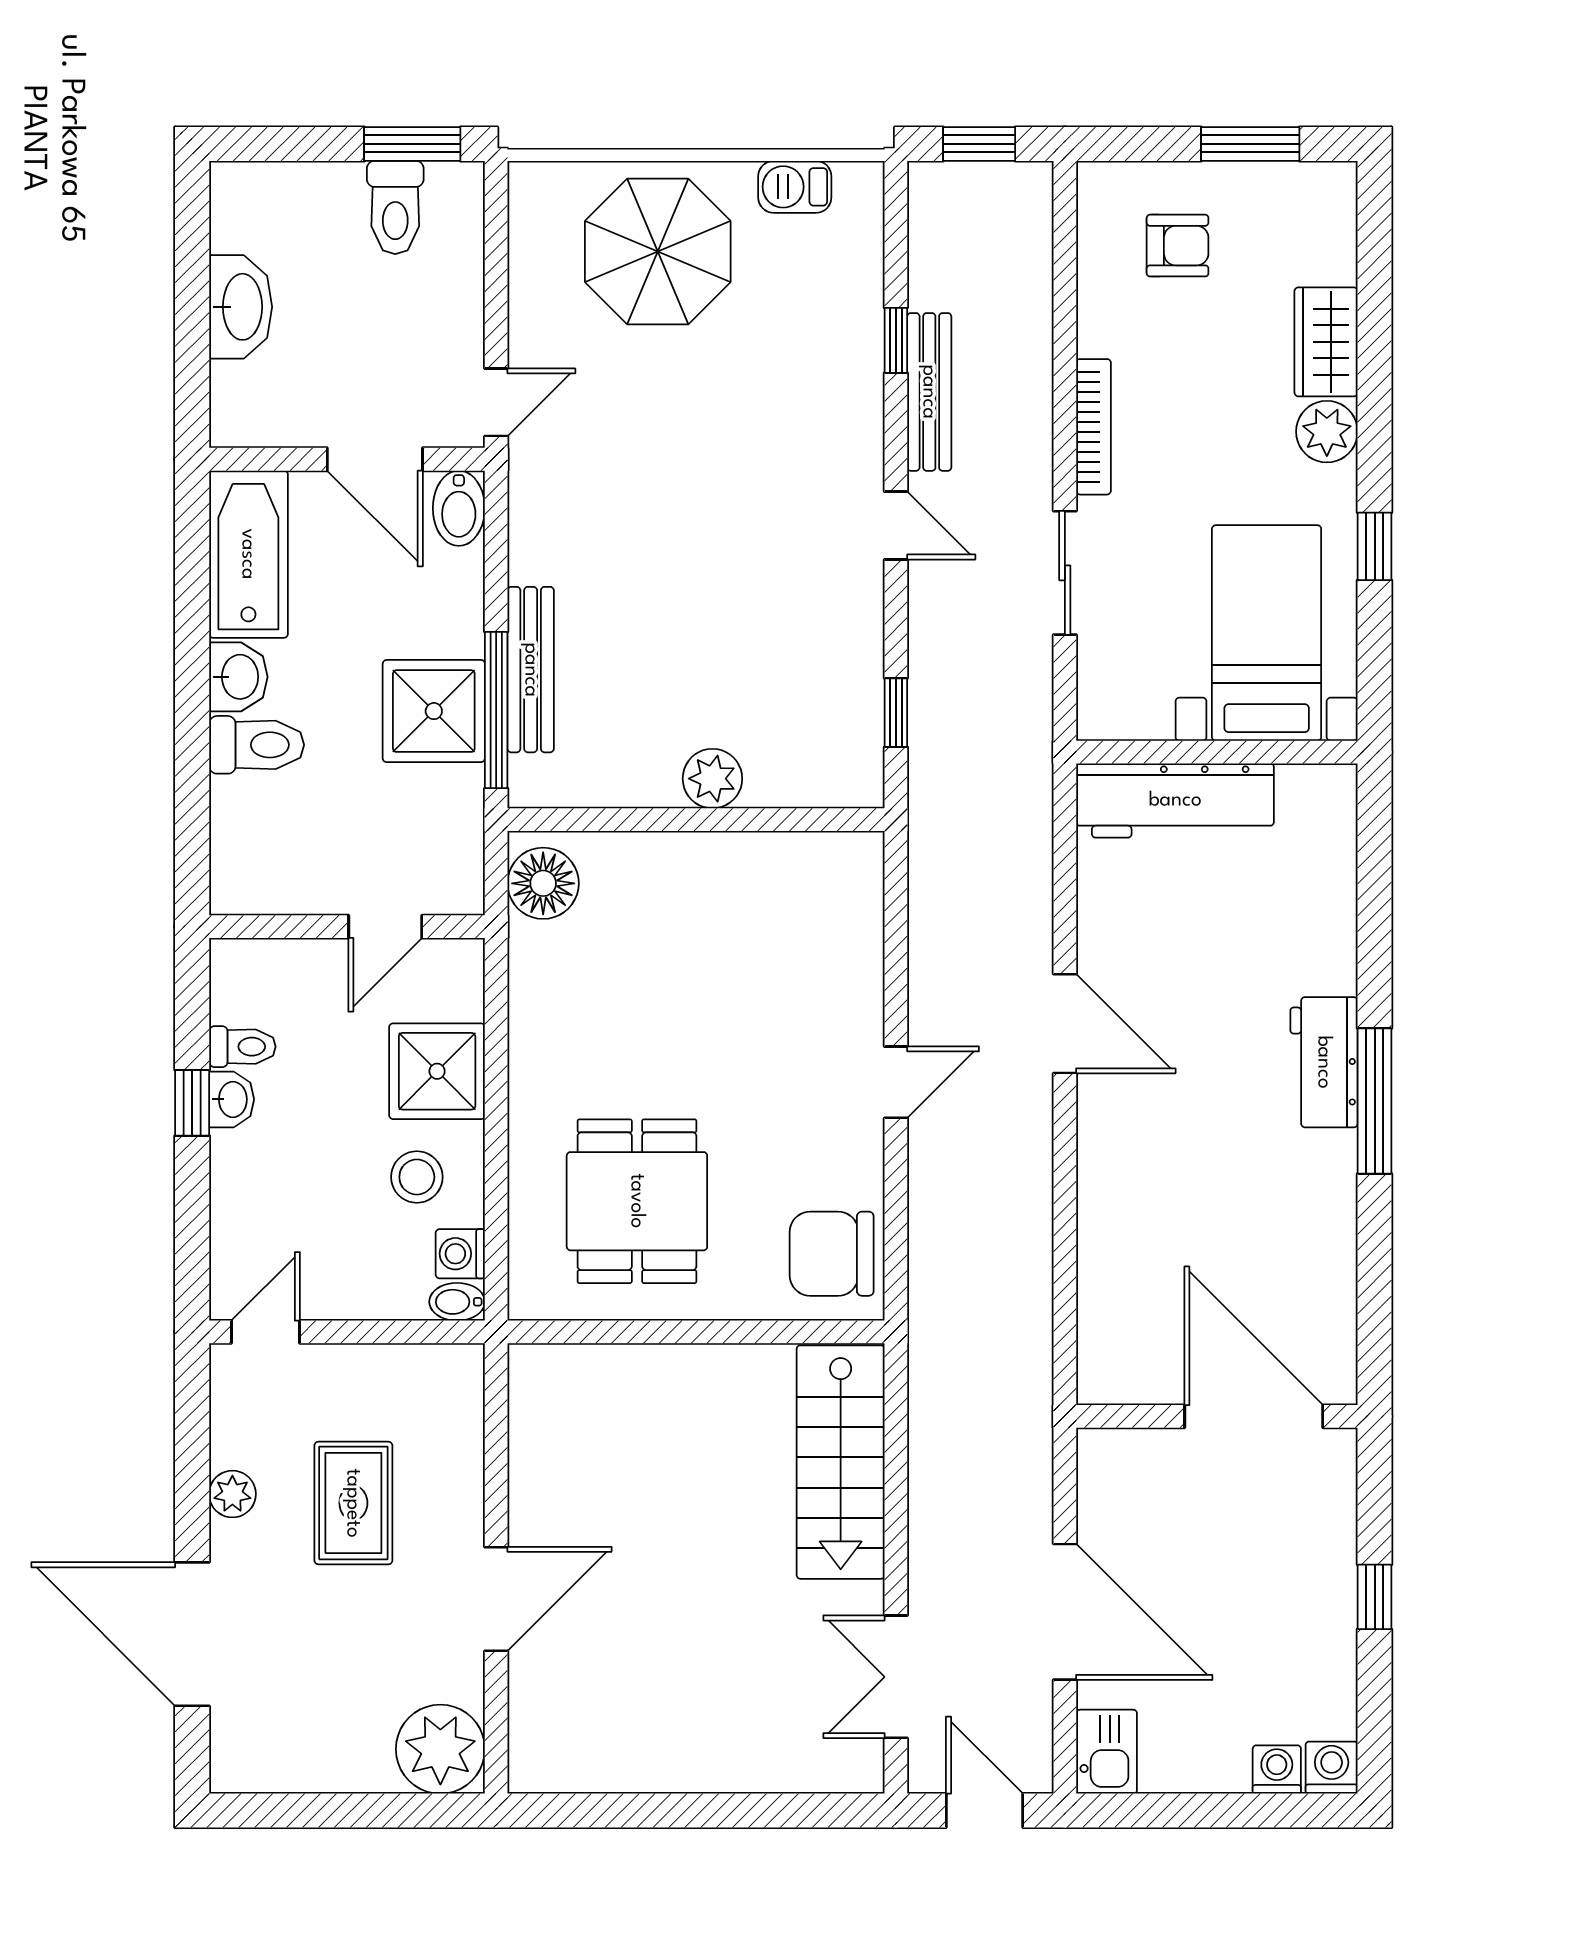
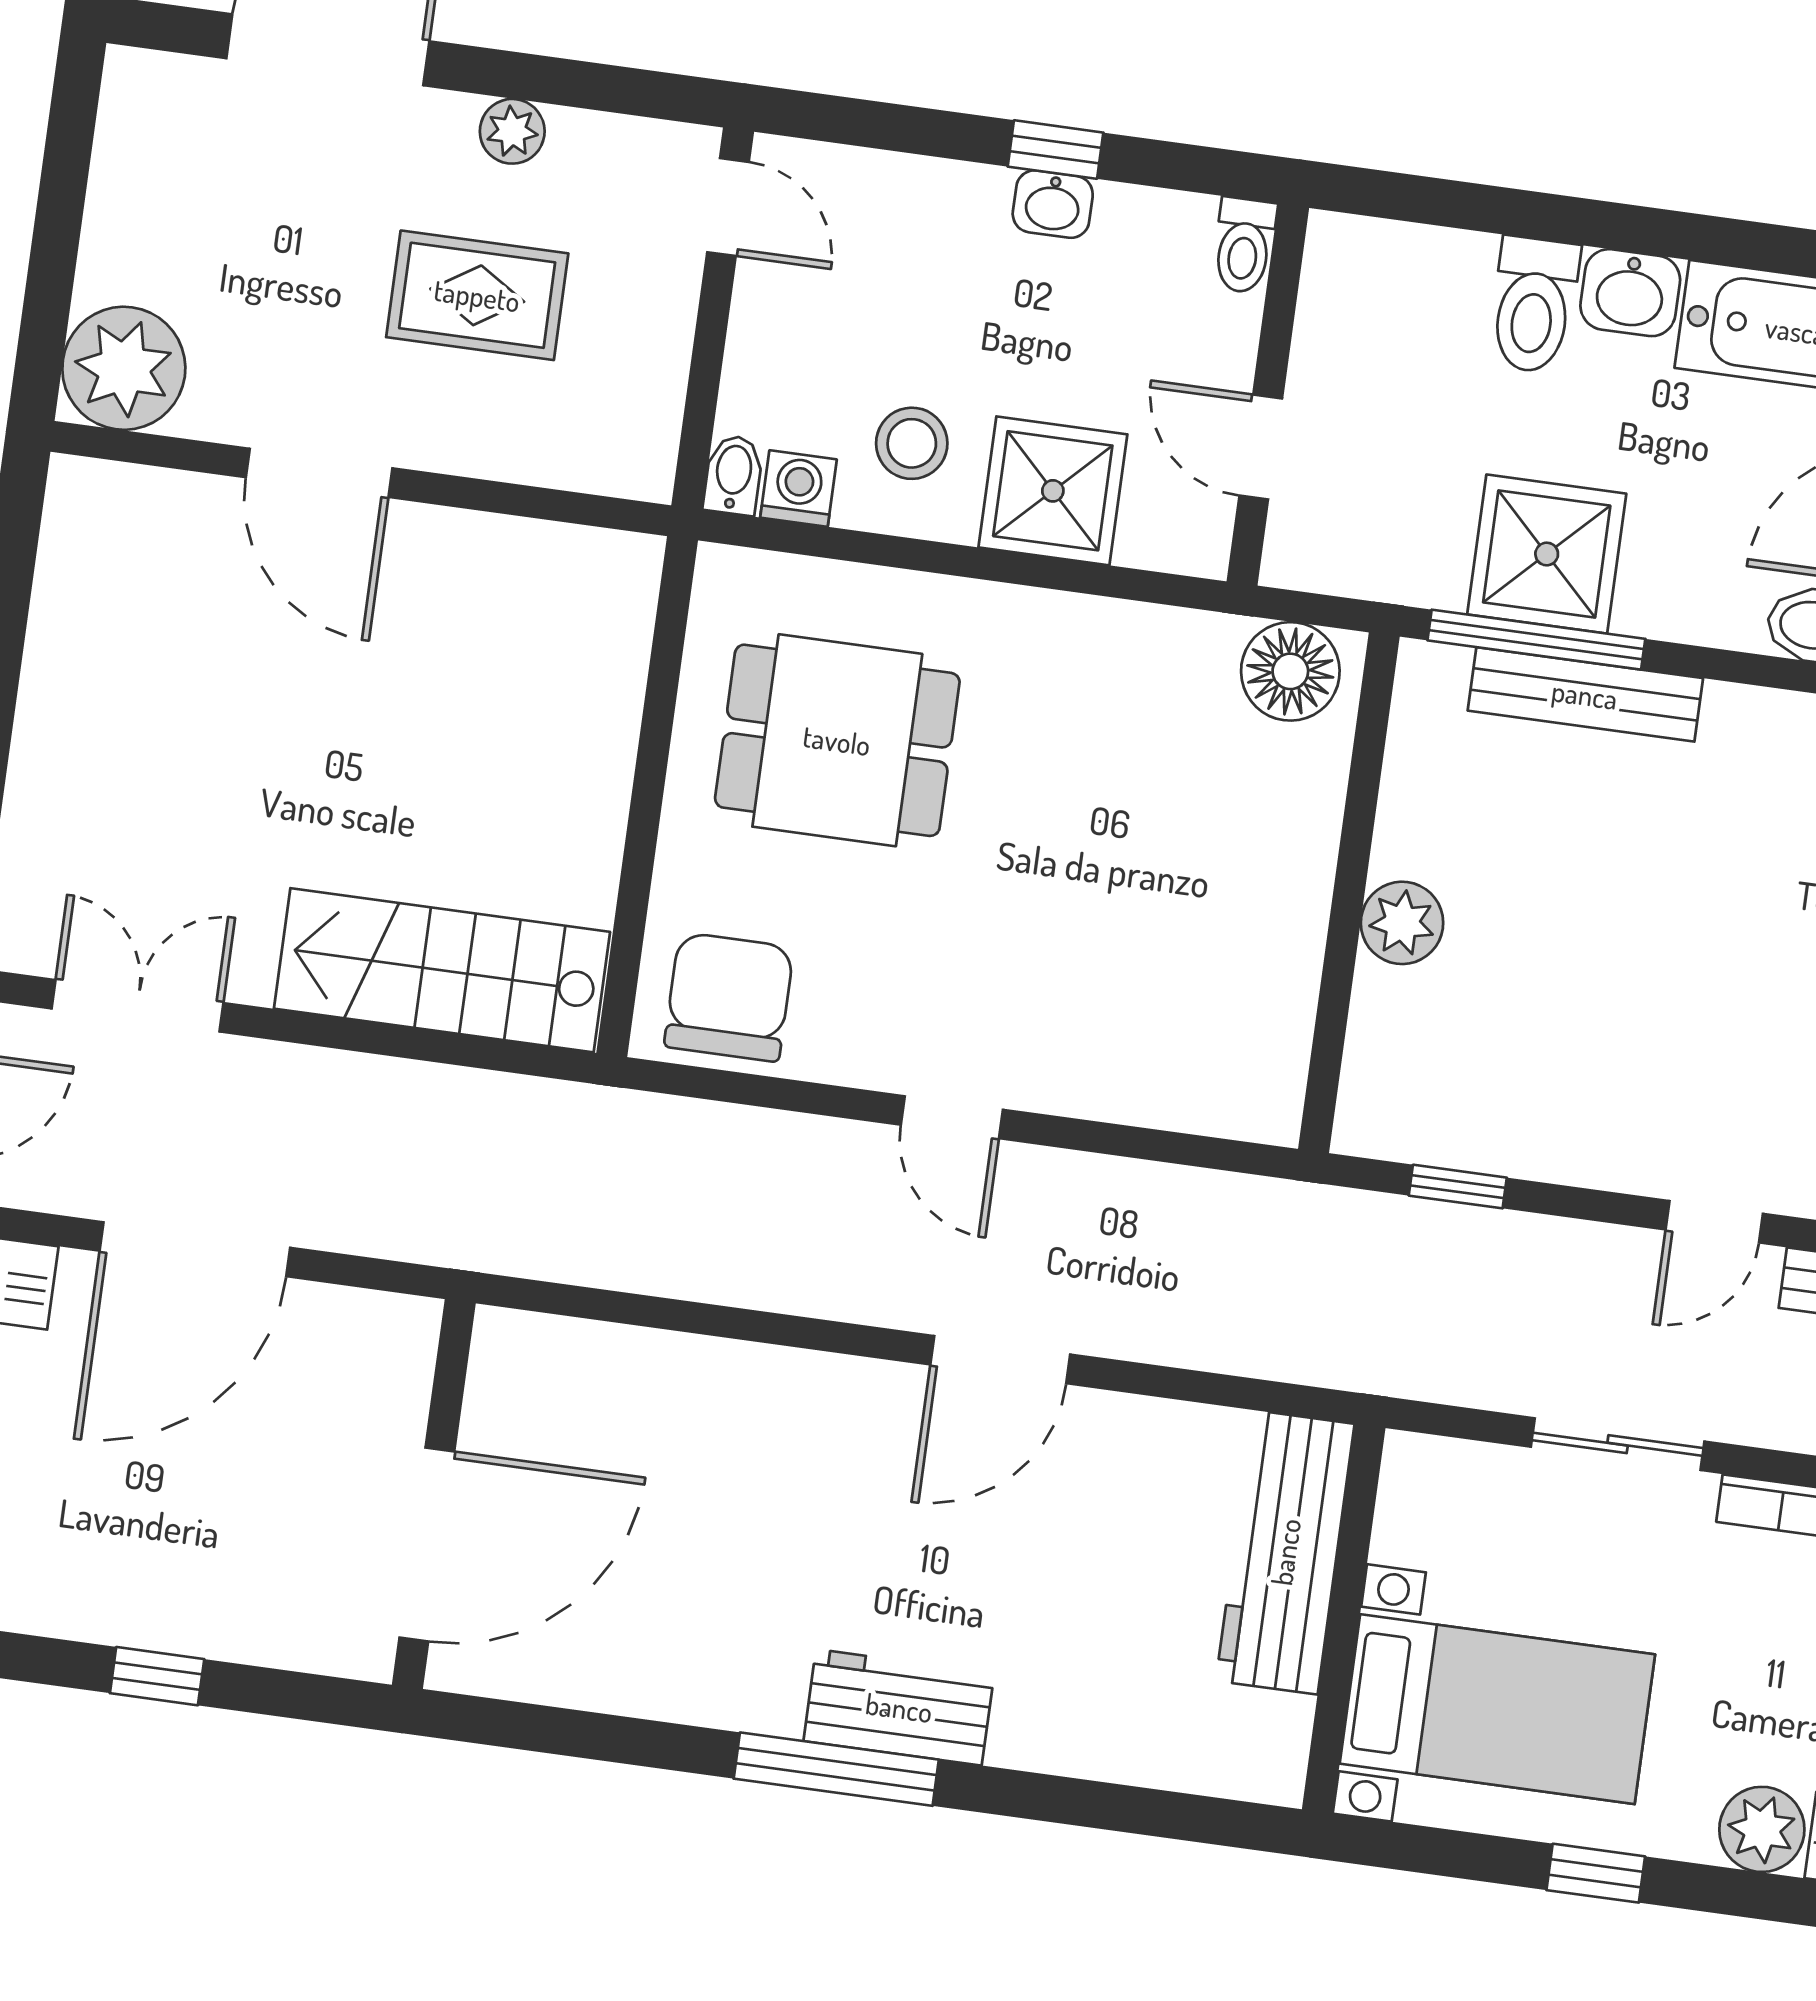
toilet: (242, 1047) -> (1244, 245), moved

